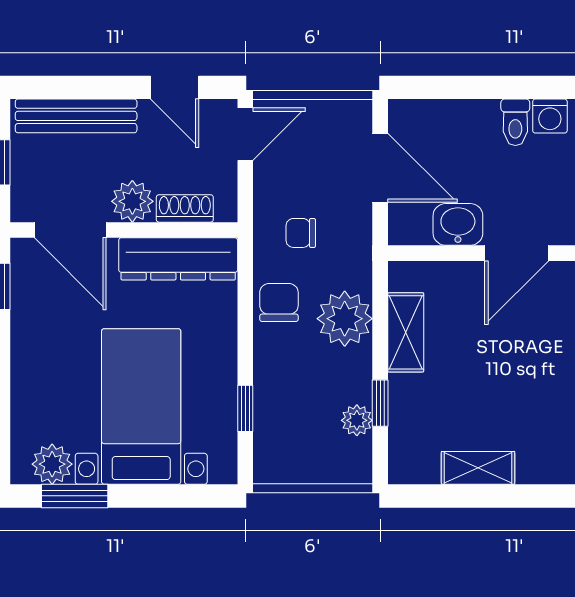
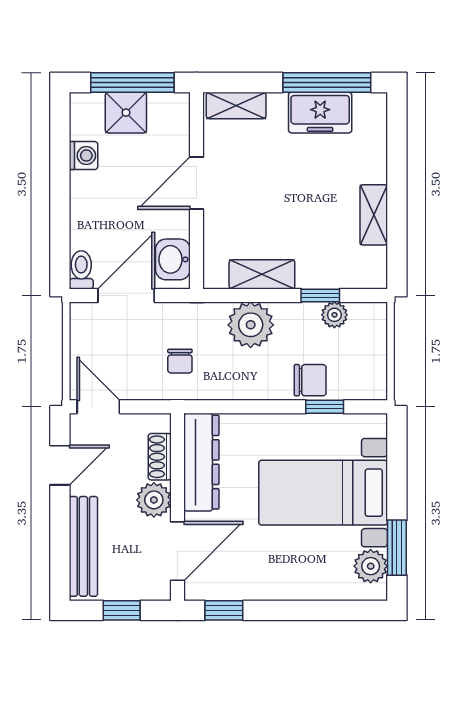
toilet: (515, 122) -> (81, 270), moved, turned -90
washbasin: (458, 224) -> (173, 259), moved
door: (517, 253) -> (197, 183), swing flipped
chair: (279, 302) -> (310, 380), moved, turned 180

